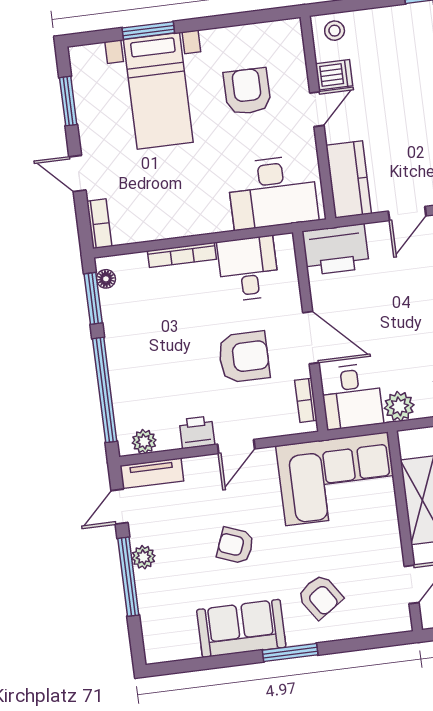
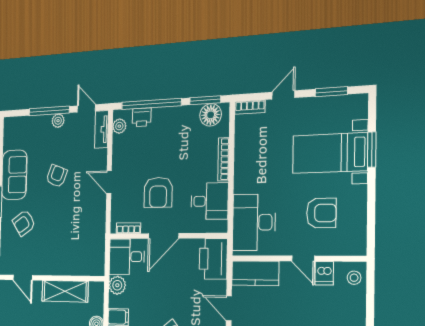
floor lamp: (106, 279) -> (211, 115), width x1.89, depth x1.89
printer: (197, 432) -> (142, 117), moved, turned 90
corner sofa: (337, 479) -> (83, 241), removed

